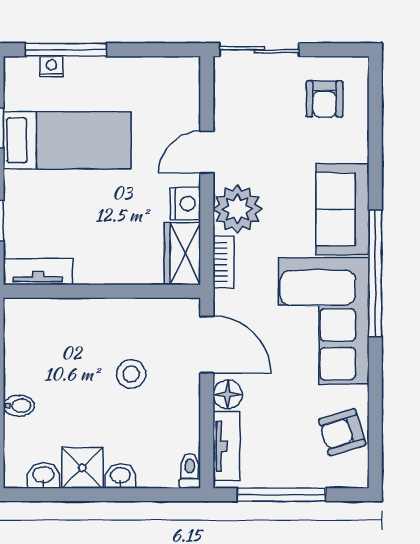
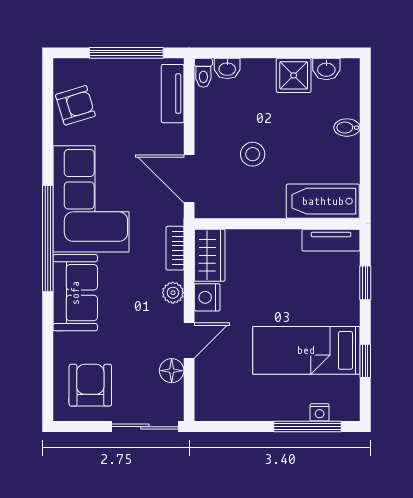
armchair: (324, 99) -> (90, 385), width x1.38, depth x1.38
plant: (237, 209) -> (173, 293), width x0.53, depth x0.53
bathtub: (48, 318) -> (323, 201), added
floor lamp: (228, 394) -> (172, 371), moved
washbasin: (121, 476) -> (227, 69), moved

